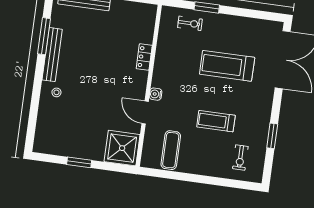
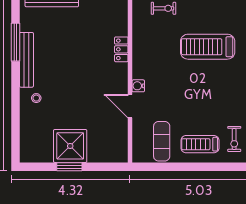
treadmill: (216, 121) -> (200, 144), moved
shower: (122, 148) -> (70, 146), moved

